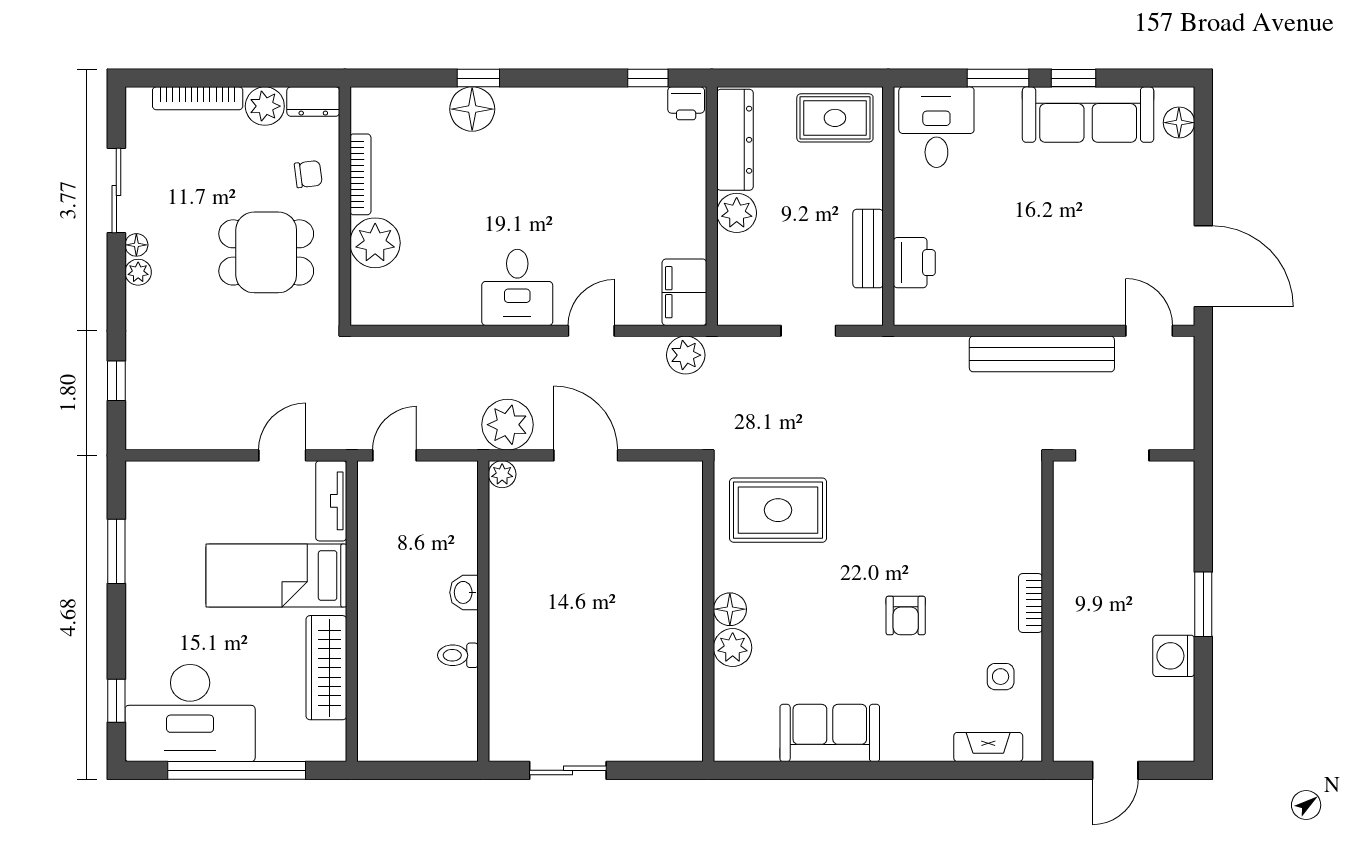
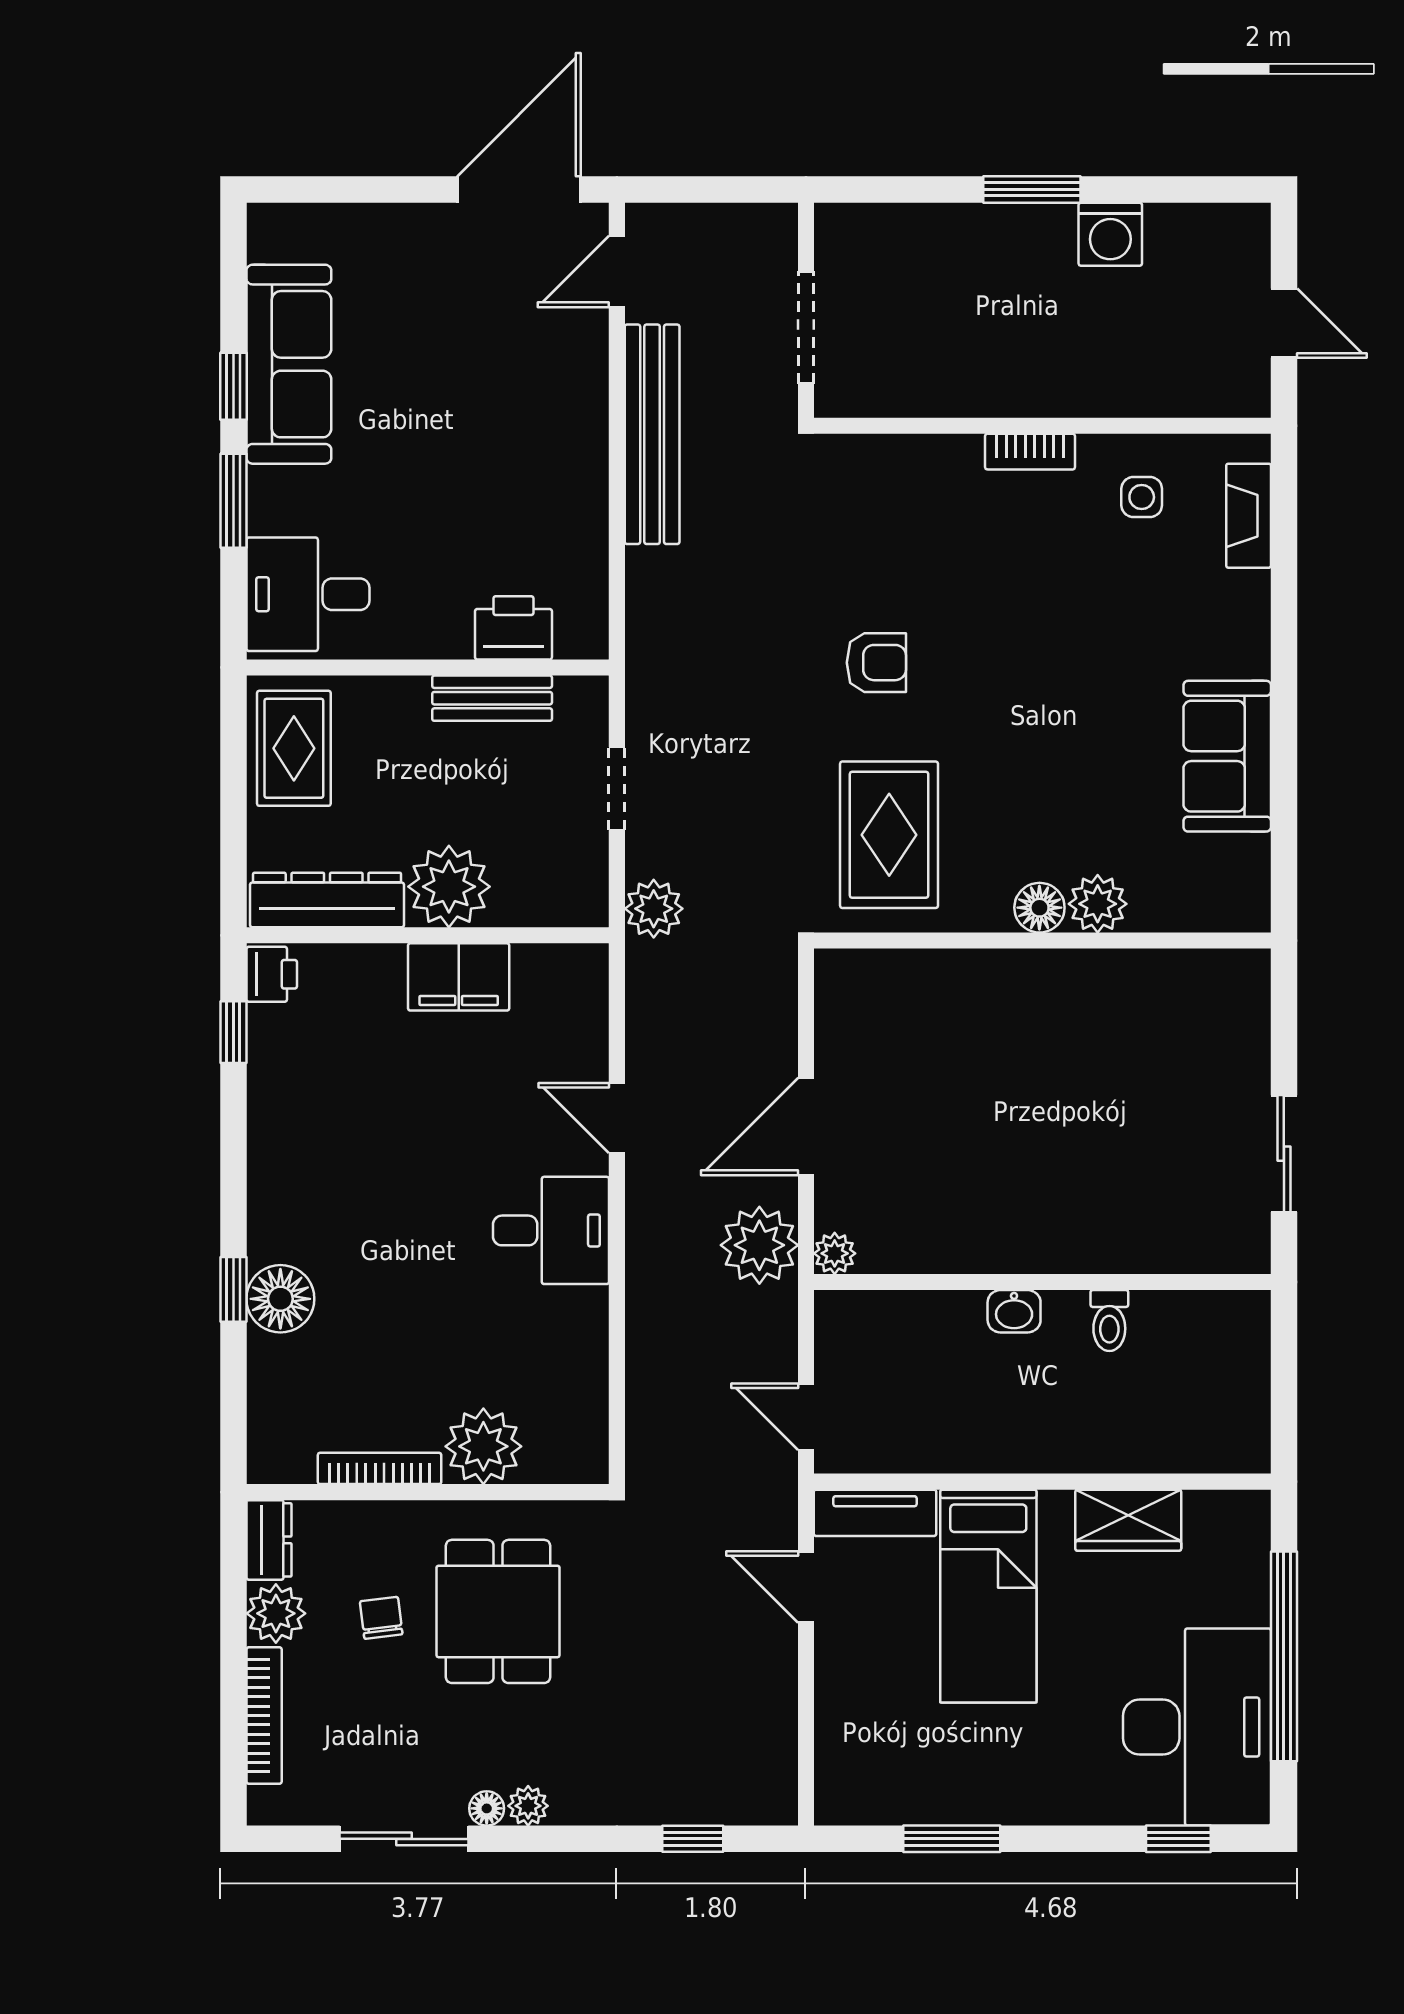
floor lamp: (1179, 123) -> (301, 226), removed
chair: (308, 174) -> (381, 1618), moved
plant: (737, 213) -> (449, 887), width x1.36, depth x1.36
filing cabinet: (684, 292) -> (459, 977), moved
plant: (686, 355) -> (654, 909), moved
armchair: (906, 616) -> (876, 663), moved
wardrobe: (326, 668) -> (1128, 1520), width x0.67

